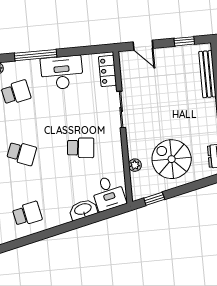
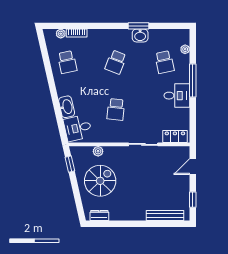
desk: (62, 73) -> (177, 96), width x0.73

